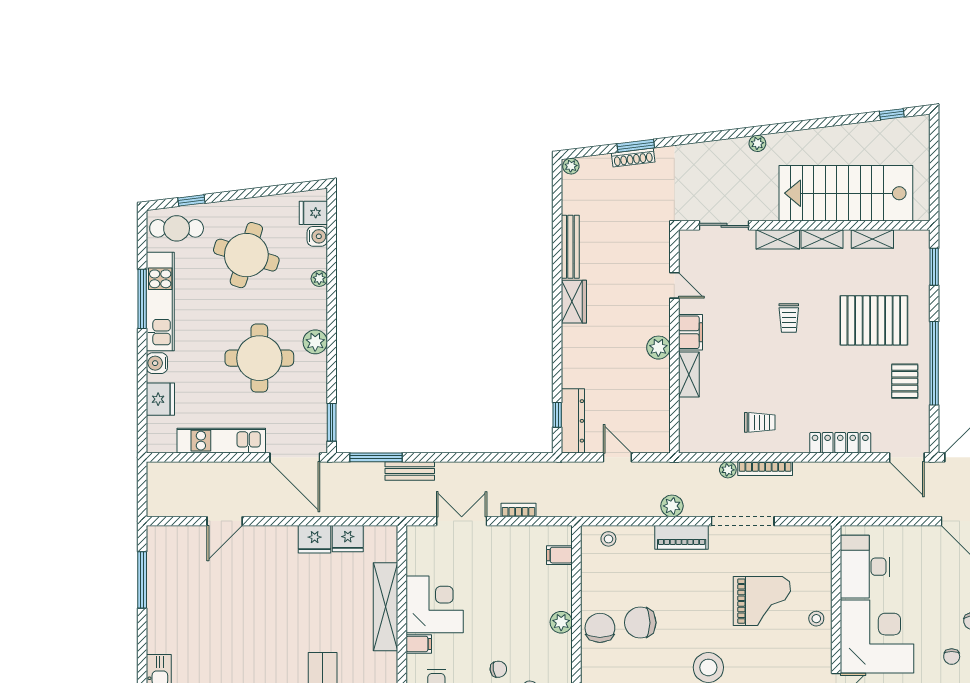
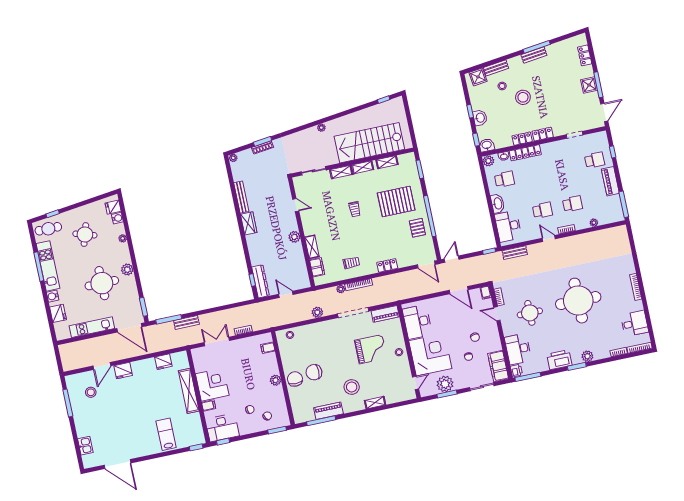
round table: (246, 255) -> (85, 235), width x0.73, depth x0.73
filing cabinet: (690, 332) -> (317, 267), moved
locker: (840, 443) -> (387, 265), width x0.66
piano: (682, 537) -> (385, 314), moved
fridge: (315, 539) -> (123, 371), moved
stool: (192, 569) -> (91, 392), added

